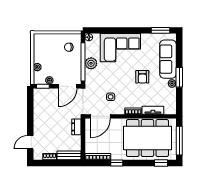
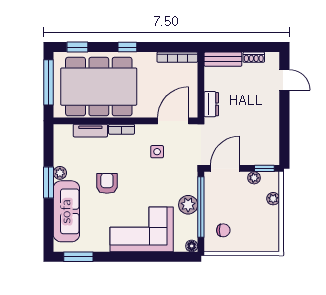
door: (30, 142) -> (284, 80), hinge flipped
window: (117, 163) -> (127, 47), moved

